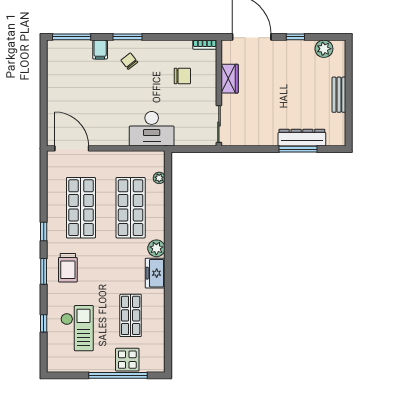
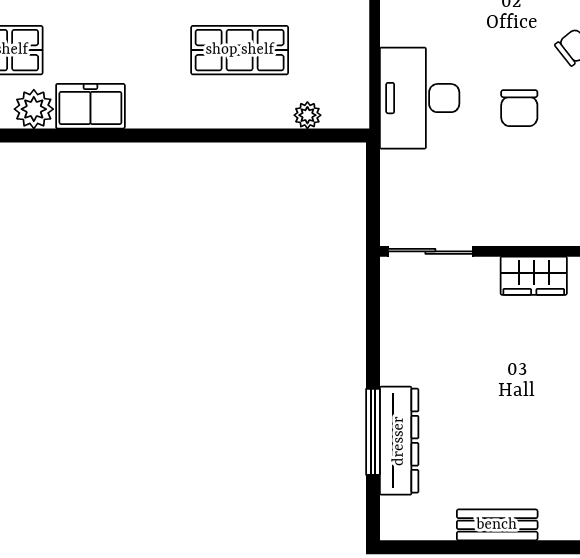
chair: (182, 76) -> (519, 108), moved
shop shelf: (131, 208) -> (240, 50), width x0.70, depth x0.74
plant: (156, 248) -> (34, 109), moved

